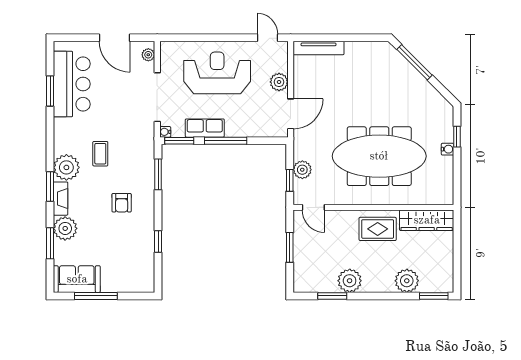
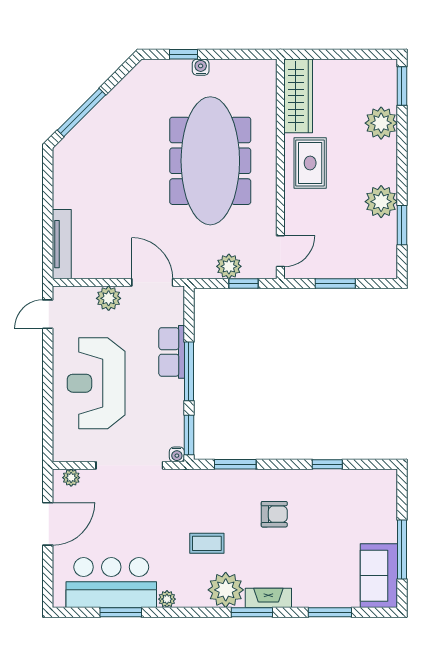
row of seats: (205, 128) -> (172, 352), moved
plant: (65, 228) -> (167, 599), moved, width x0.53, depth x0.53

